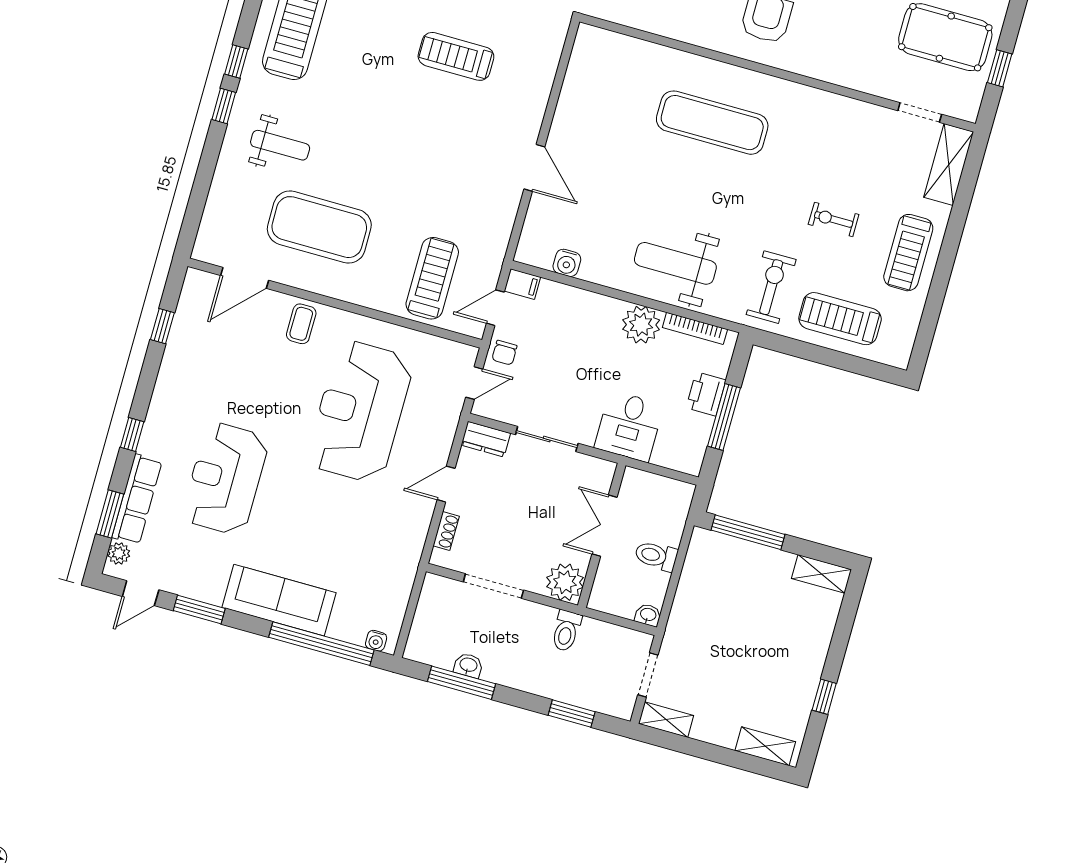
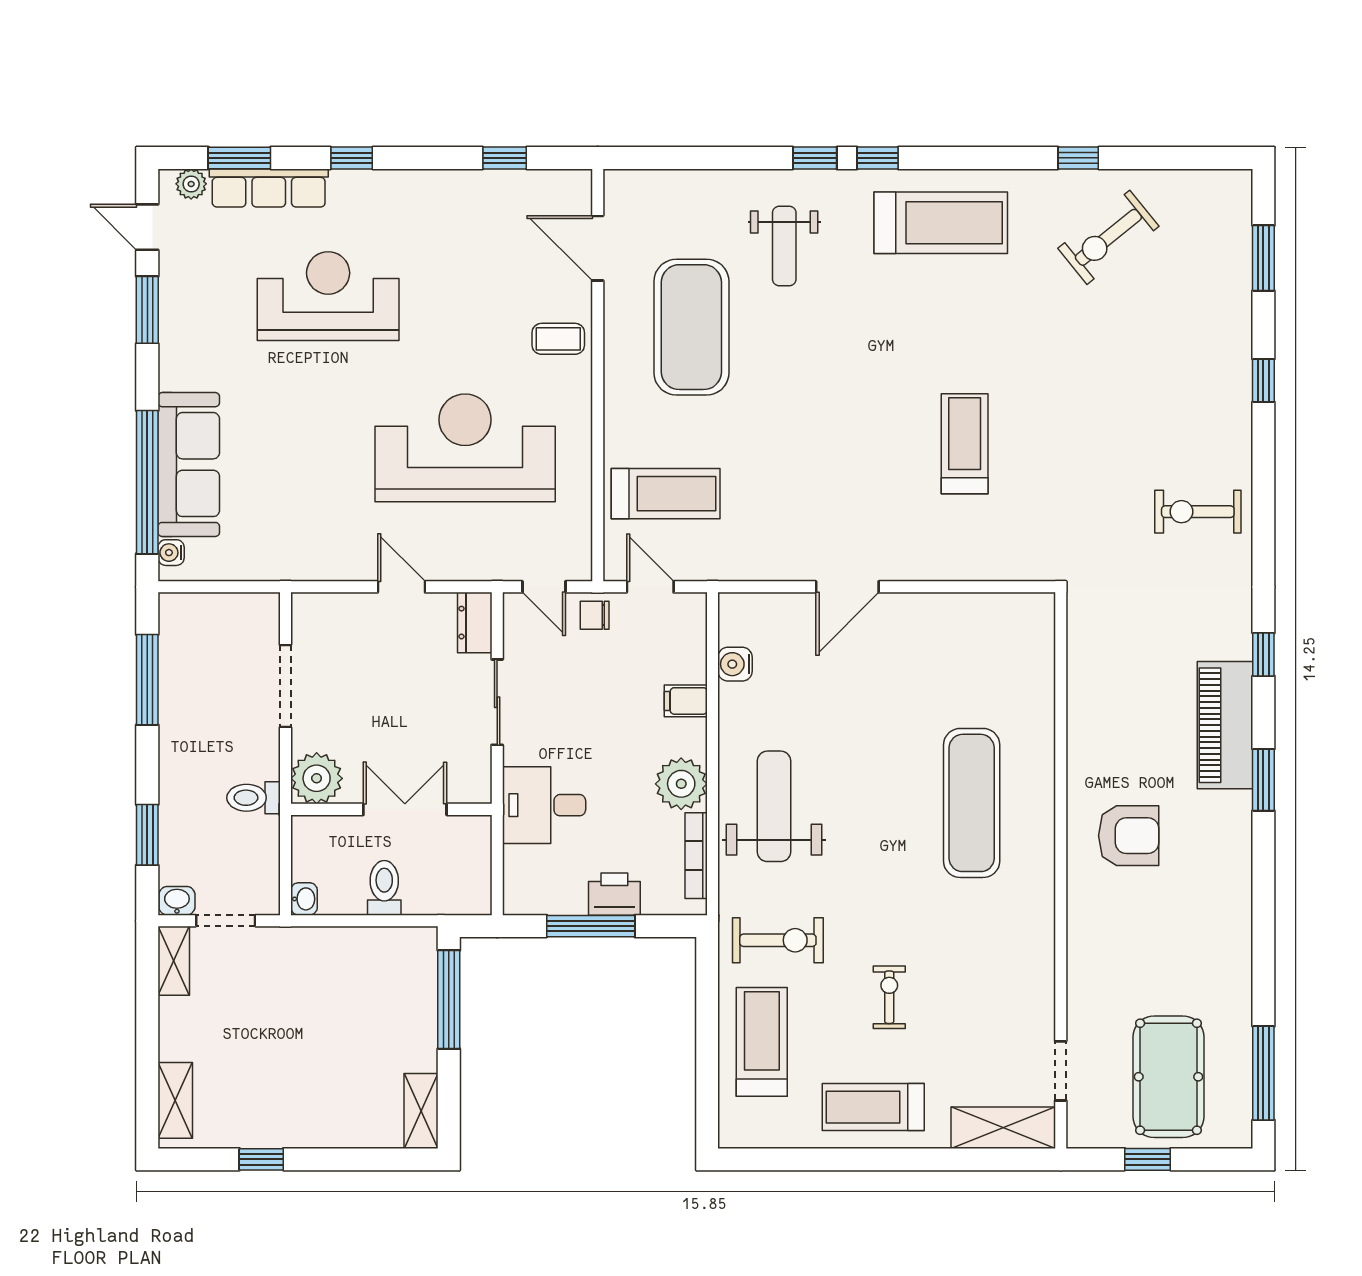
filing cabinet: (522, 284) -> (686, 701), moved, turned 90
shoe rack: (446, 531) -> (340, 604), removed
sofa: (279, 600) -> (189, 465), moved
washbasin: (468, 665) -> (177, 901), moved, turned -90

